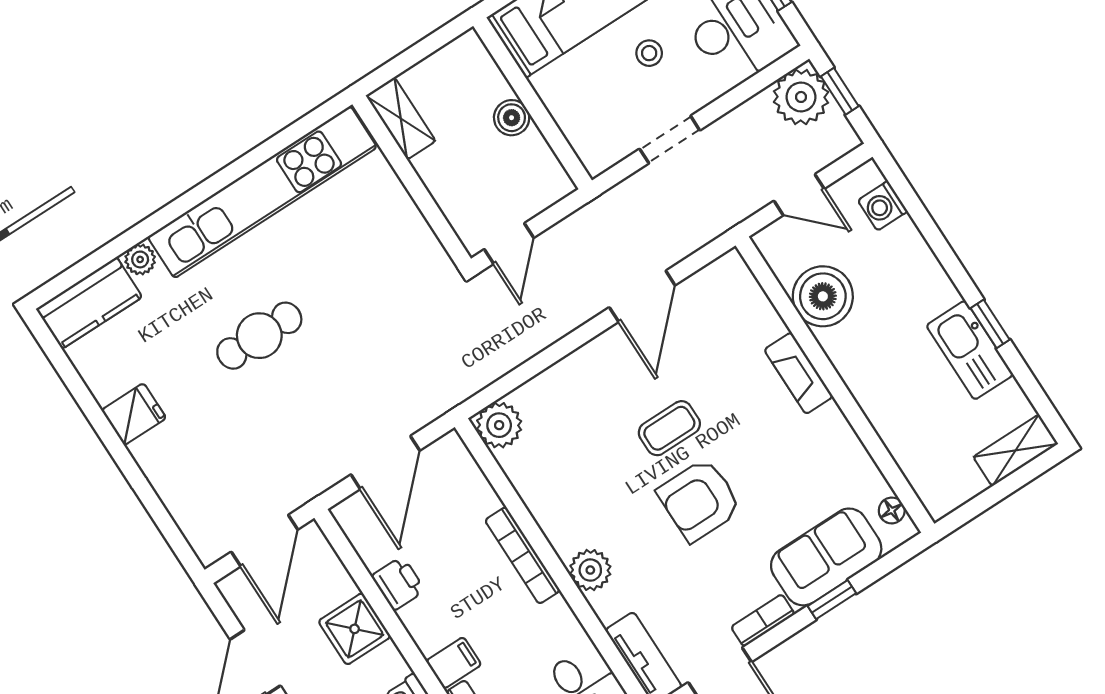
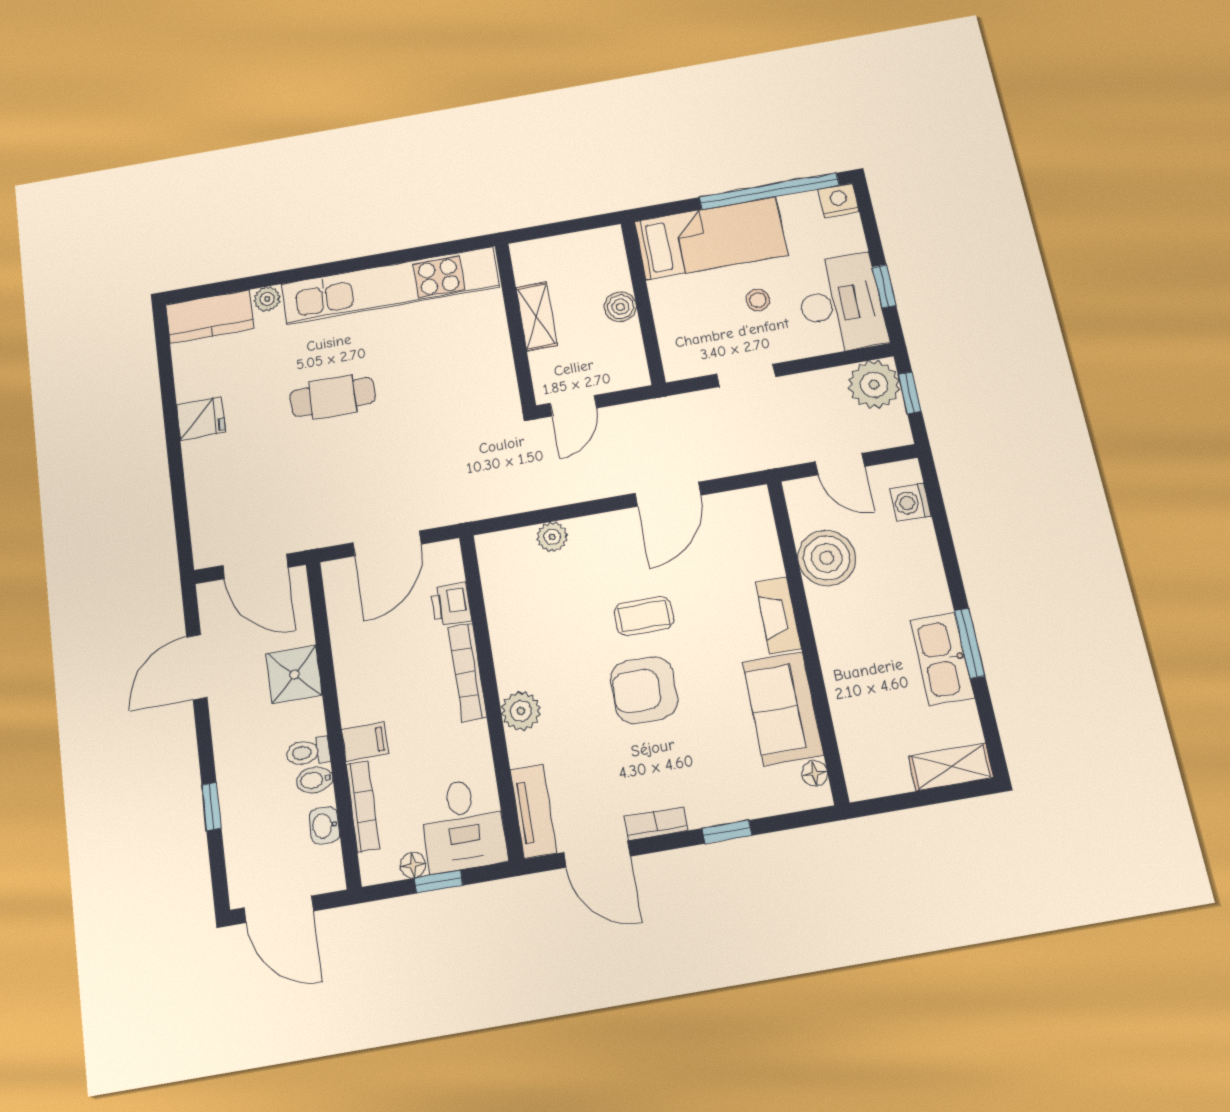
shelving: (401, 118) -> (537, 316), moved
window: (990, 324) -> (970, 643), width x1.50
plant: (499, 425) -> (552, 537), moved, width x0.73, depth x0.73
door: (265, 541) -> (255, 566), hinge flipped
sofa: (826, 557) -> (783, 708), moved, turned -90
printer: (398, 583) -> (451, 604), moved, turned 180

